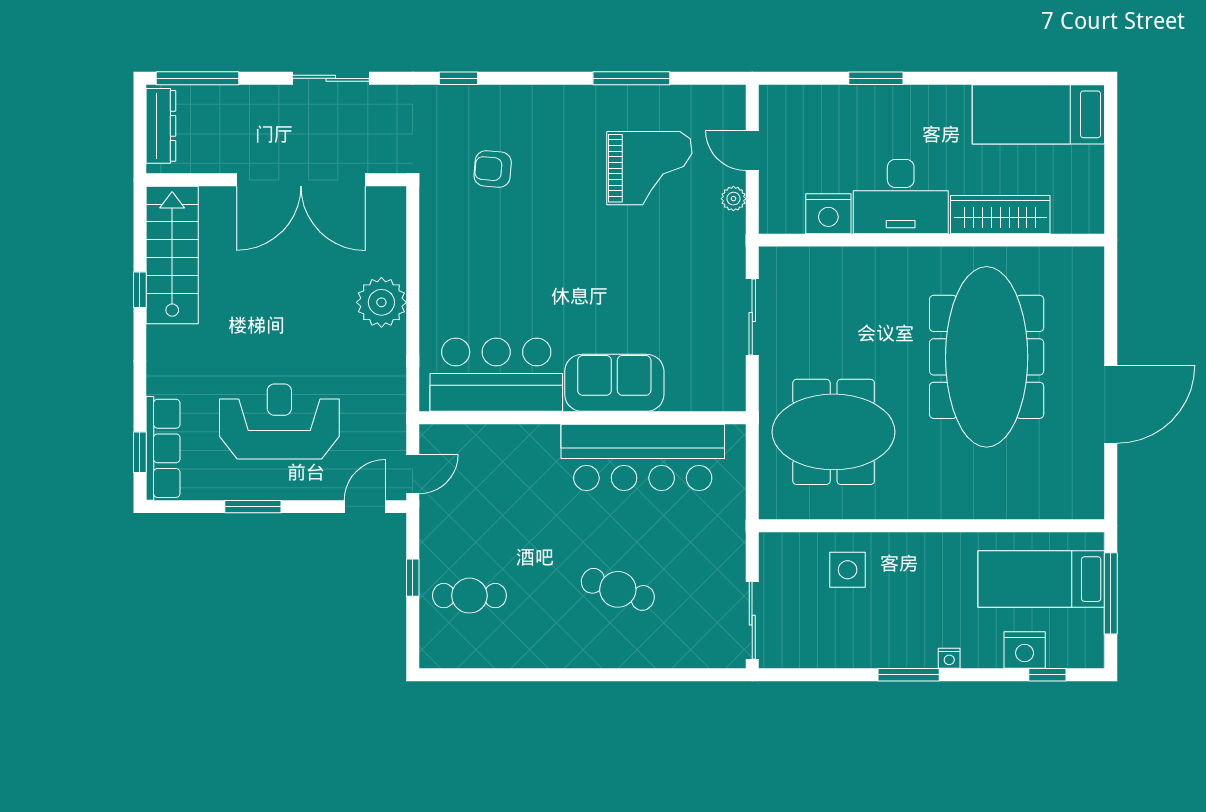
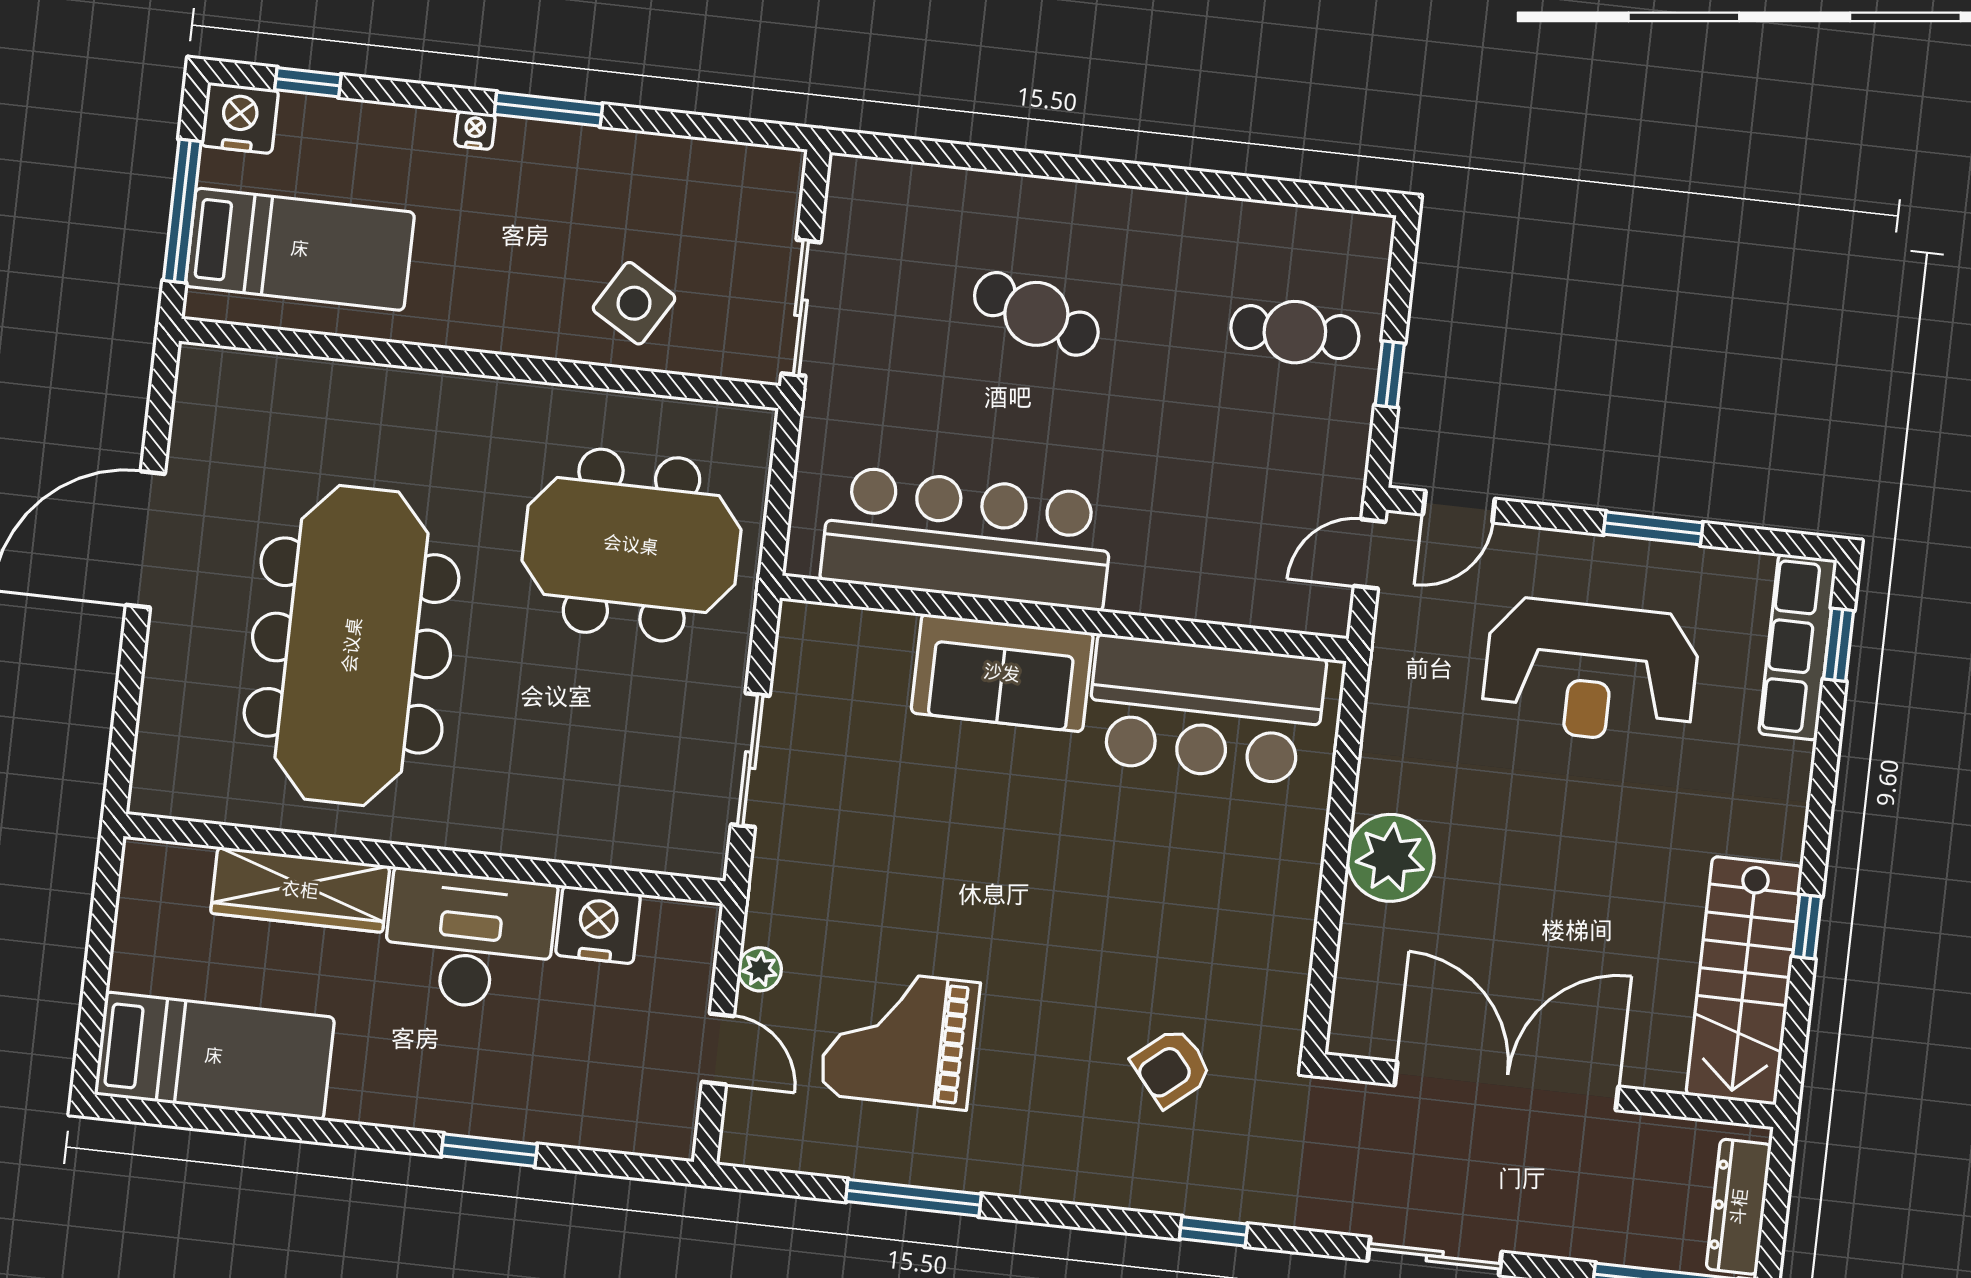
armchair: (493, 169) -> (1172, 1067), turned 135
side table: (848, 570) -> (634, 303), turned 31
sliding door: (752, 620) -> (801, 308), moved
nightstand: (1025, 650) -> (240, 118), moved

